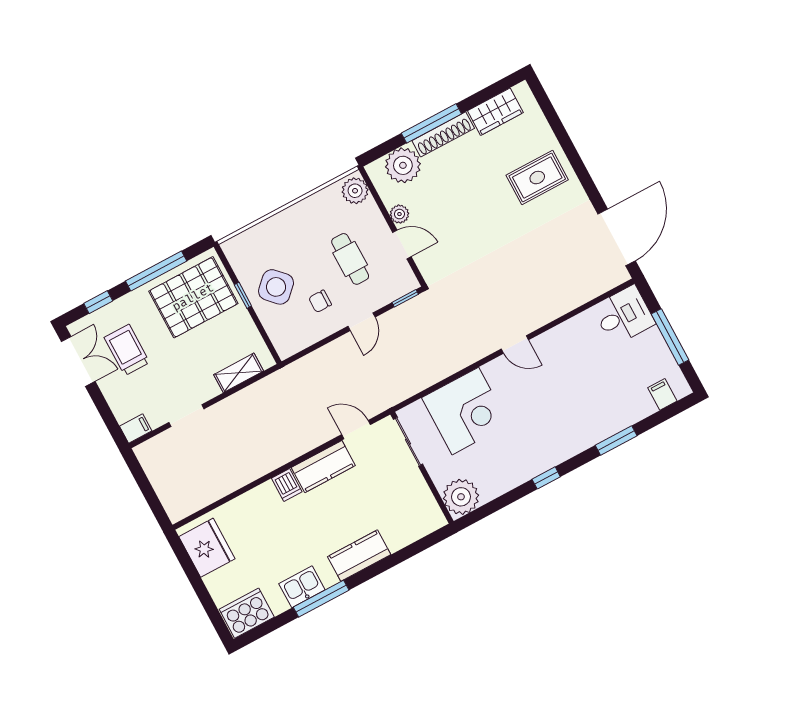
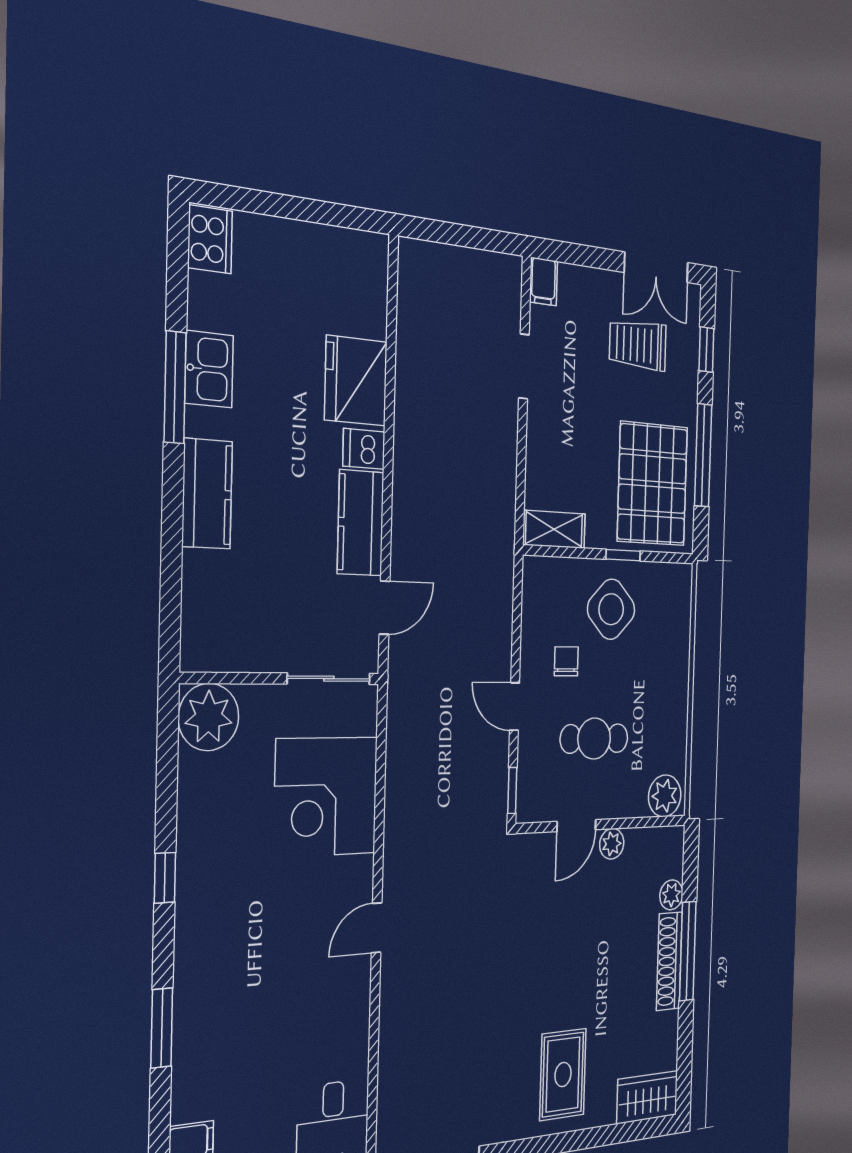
wardrobe: (495, 112) -> (647, 1097), moved, turned 90
plant: (403, 165) -> (671, 895), width x0.53, depth x0.53
trolley: (127, 350) -> (638, 345), turned 180
shelving: (239, 373) -> (554, 529), moved, turned 90
fridge: (207, 548) -> (356, 381), moved, turned 90
cooker: (247, 613) -> (210, 239), width x0.73, depth x0.76

